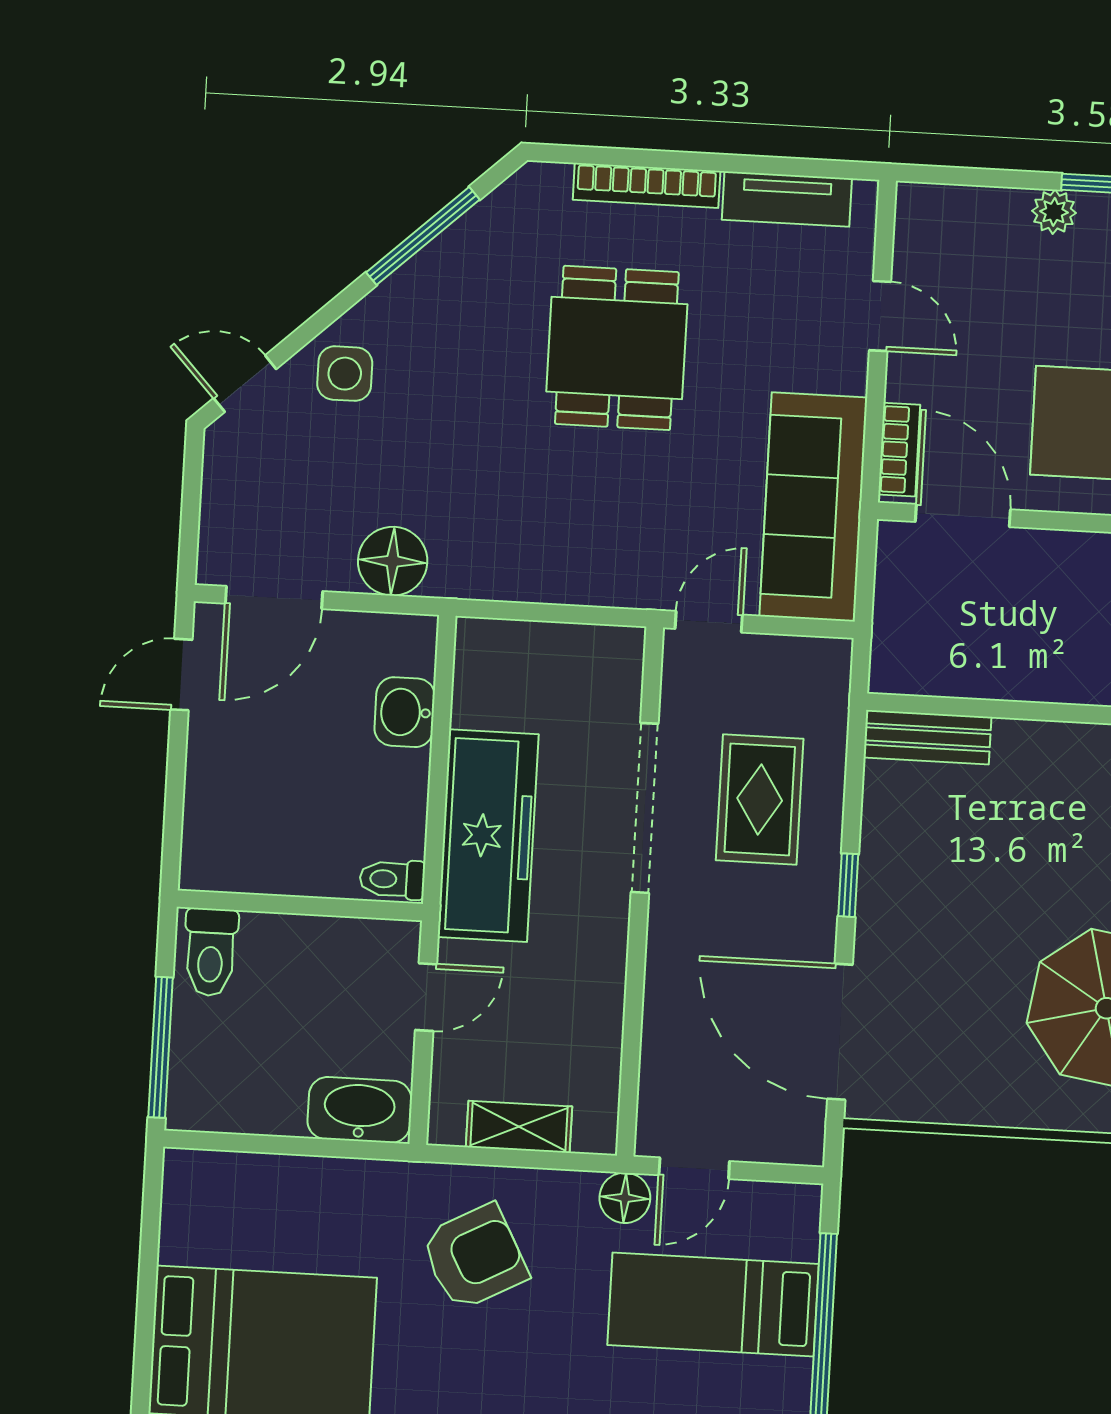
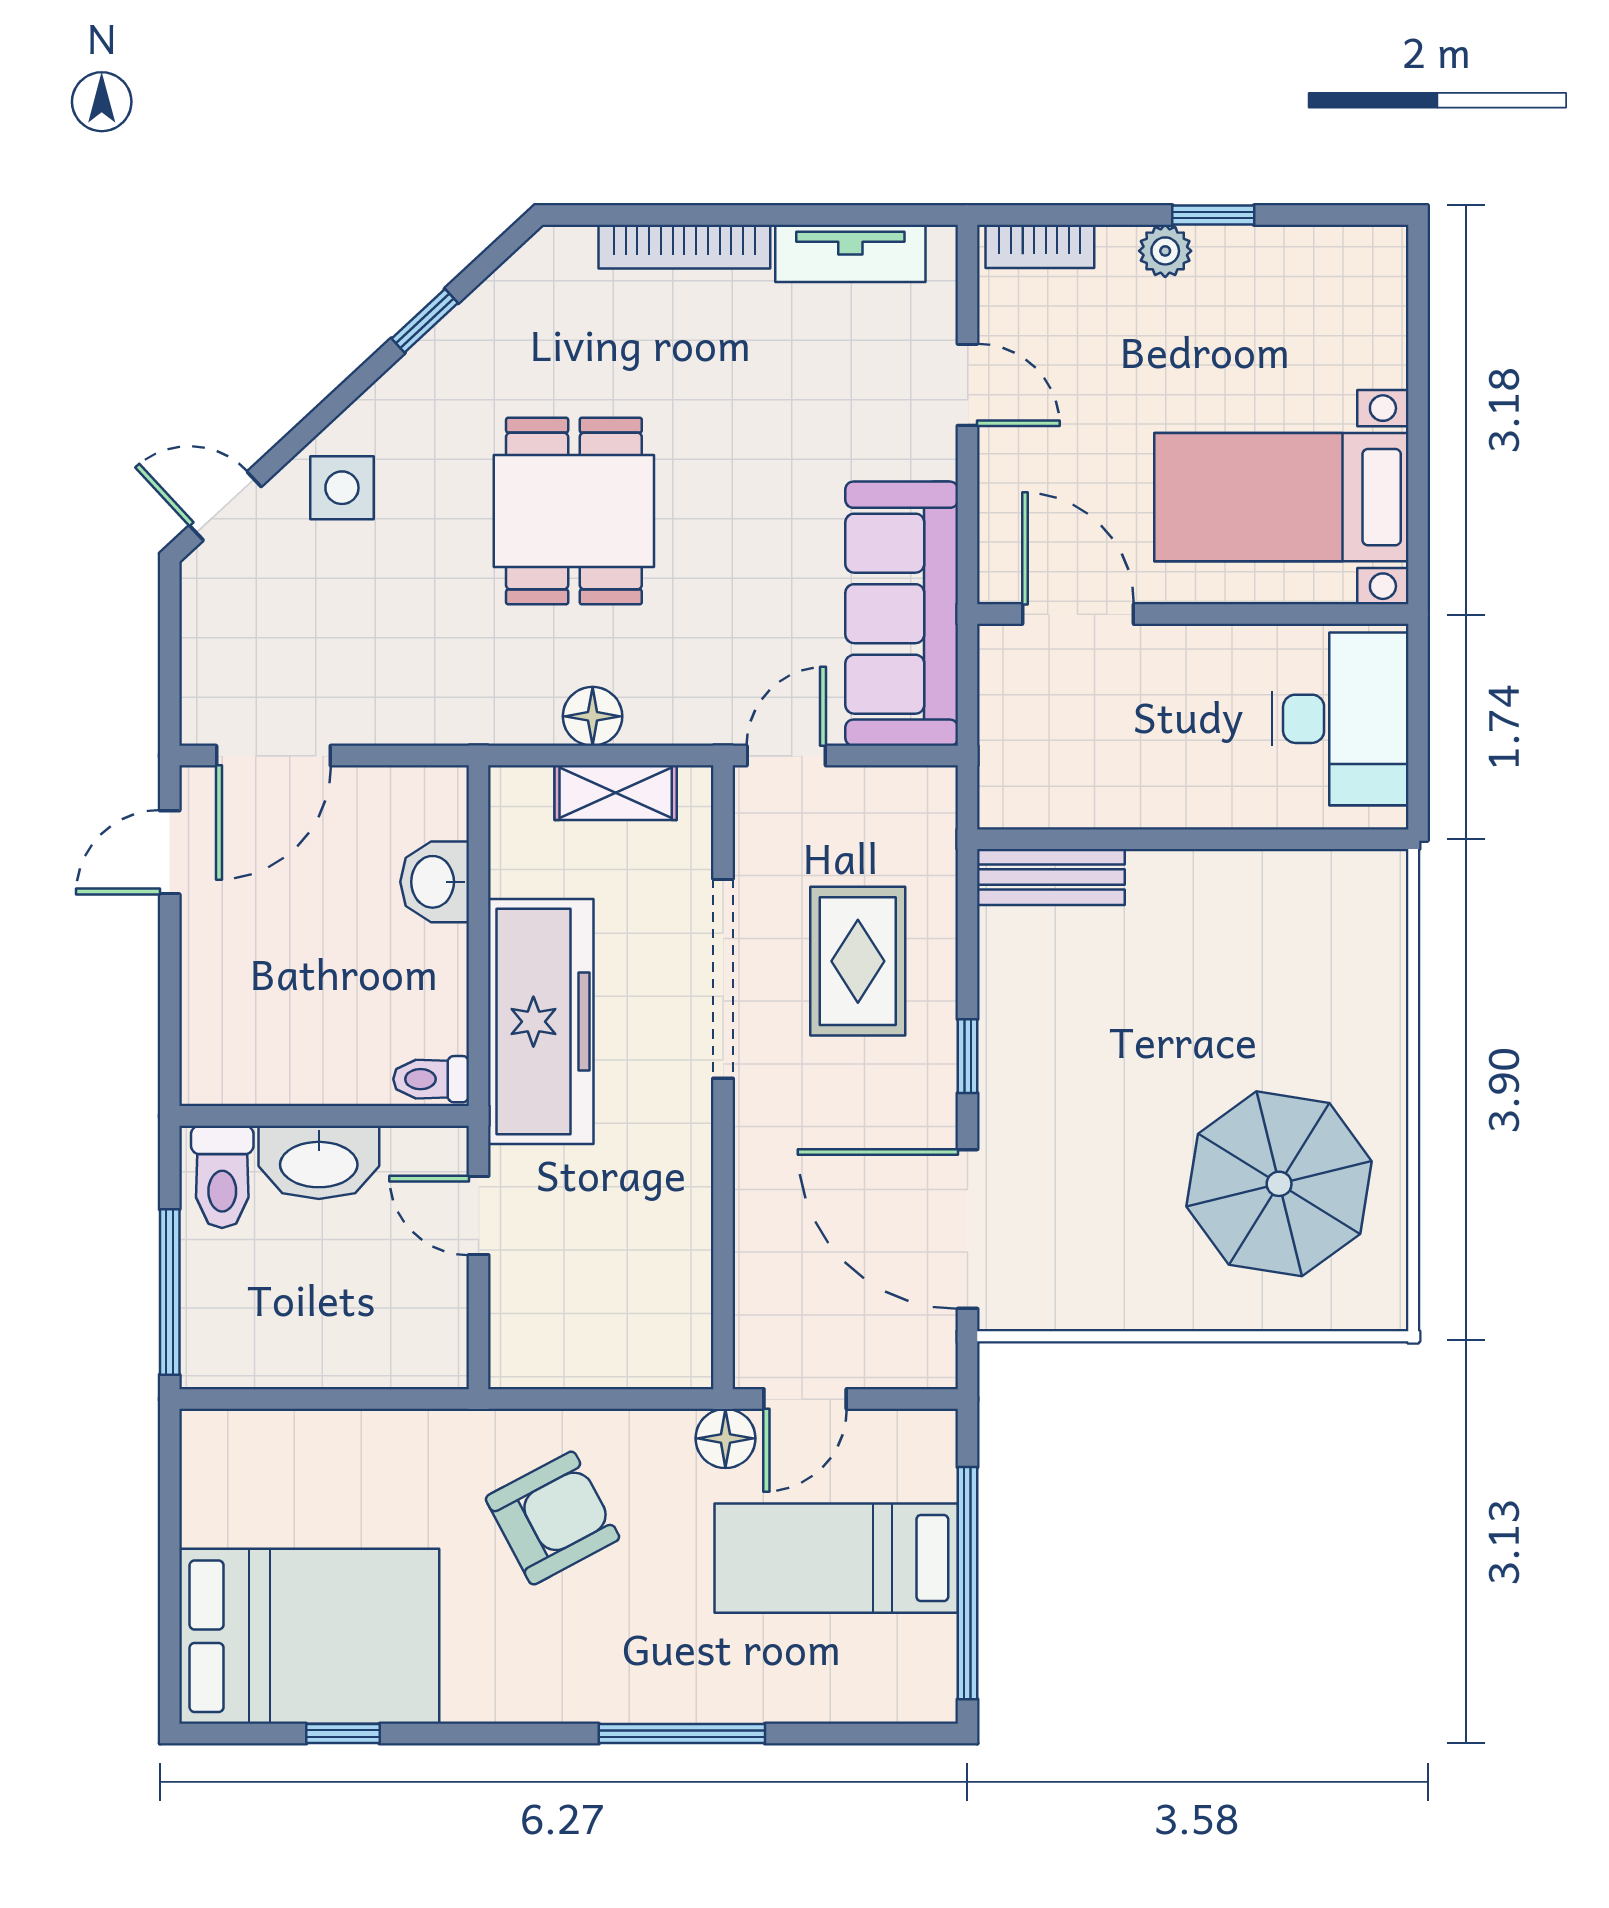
window: (423, 236) -> (425, 321), width x0.46
dining table: (617, 348) -> (574, 511), moved
bookcase: (899, 450) -> (1040, 246), moved, turned 90
floor lamp: (393, 561) -> (593, 716), moved, width x0.73, depth x0.73
door: (426, 997) -> (479, 1216), swing flipped
washbasin: (359, 1110) -> (319, 1162), moved, turned 180
shelving: (519, 1127) -> (616, 793), moved

